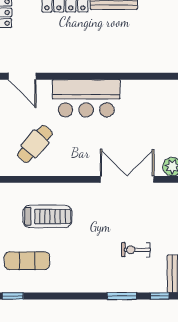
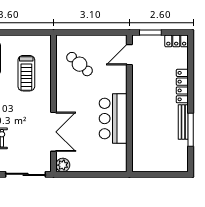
bar counter: (86, 98) -> (113, 119), moved

